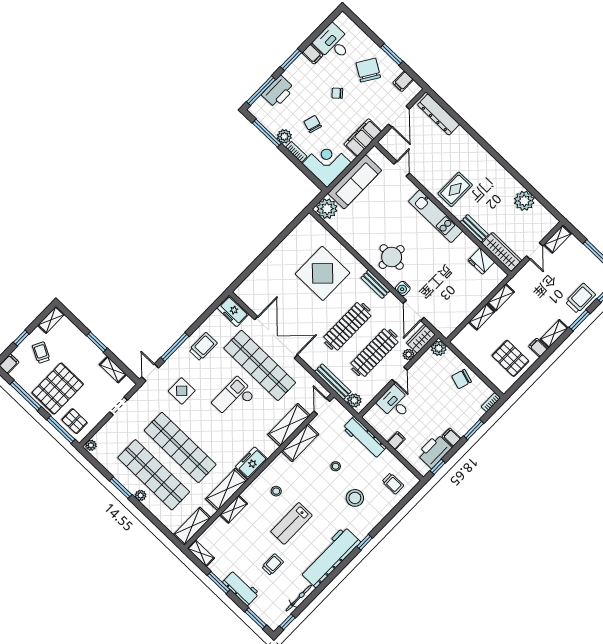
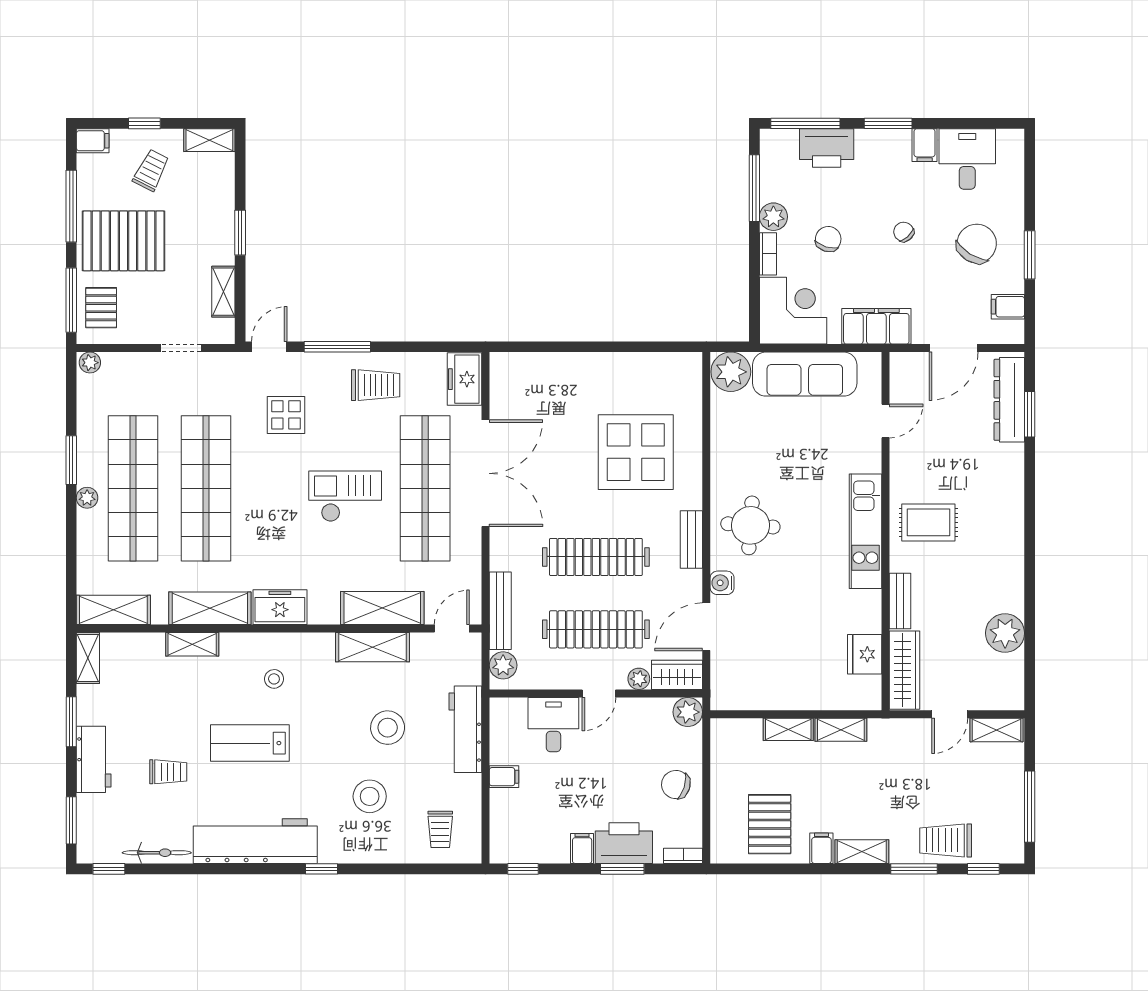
window: (451, 112) -> (1030, 414), added
trolley: (580, 298) -> (946, 840), turned 180
printer: (434, 451) -> (624, 843), moved
stool: (336, 466) -> (388, 728), width x1.89, depth x1.89

